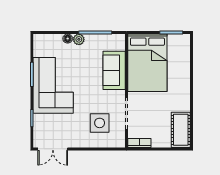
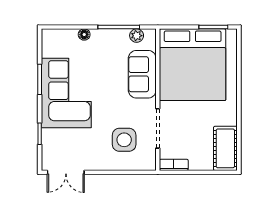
plant: (79, 39) -> (137, 36), moved
bed: (147, 63) -> (193, 65), width x1.36

